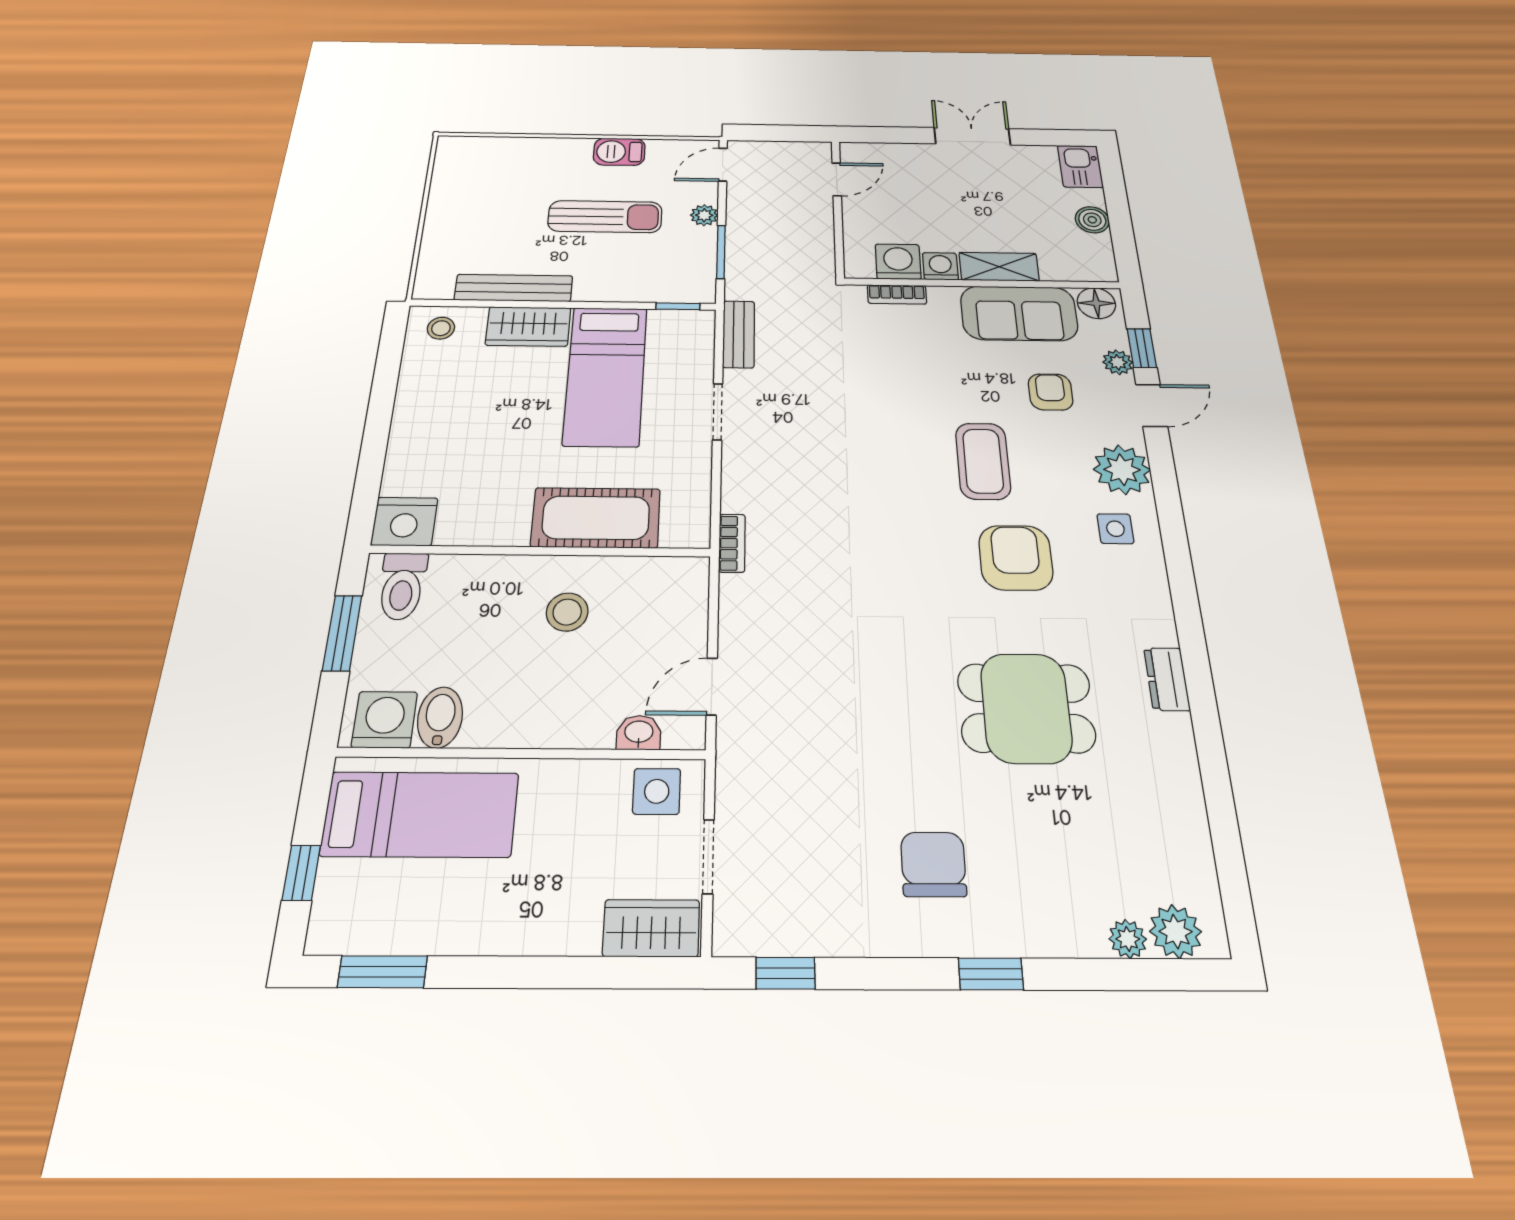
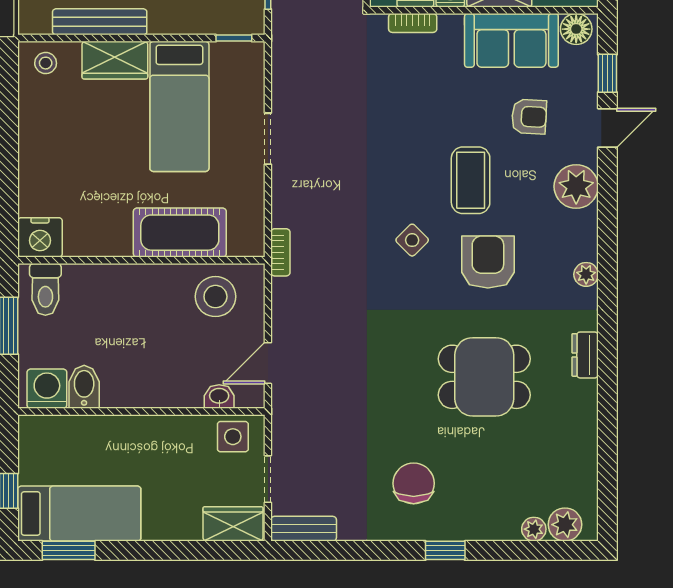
bench: (739, 334) -> (304, 529), moved, turned 90
plant: (1118, 362) -> (586, 274), moved
armchair: (1050, 392) -> (529, 117), turned 93
side table: (1115, 529) -> (412, 240), moved, turned 45
stool: (567, 612) -> (215, 297), moved, width x1.38, depth x1.38
bed: (420, 814) -> (79, 514), moved
window: (785, 973) -> (317, 550), removed

